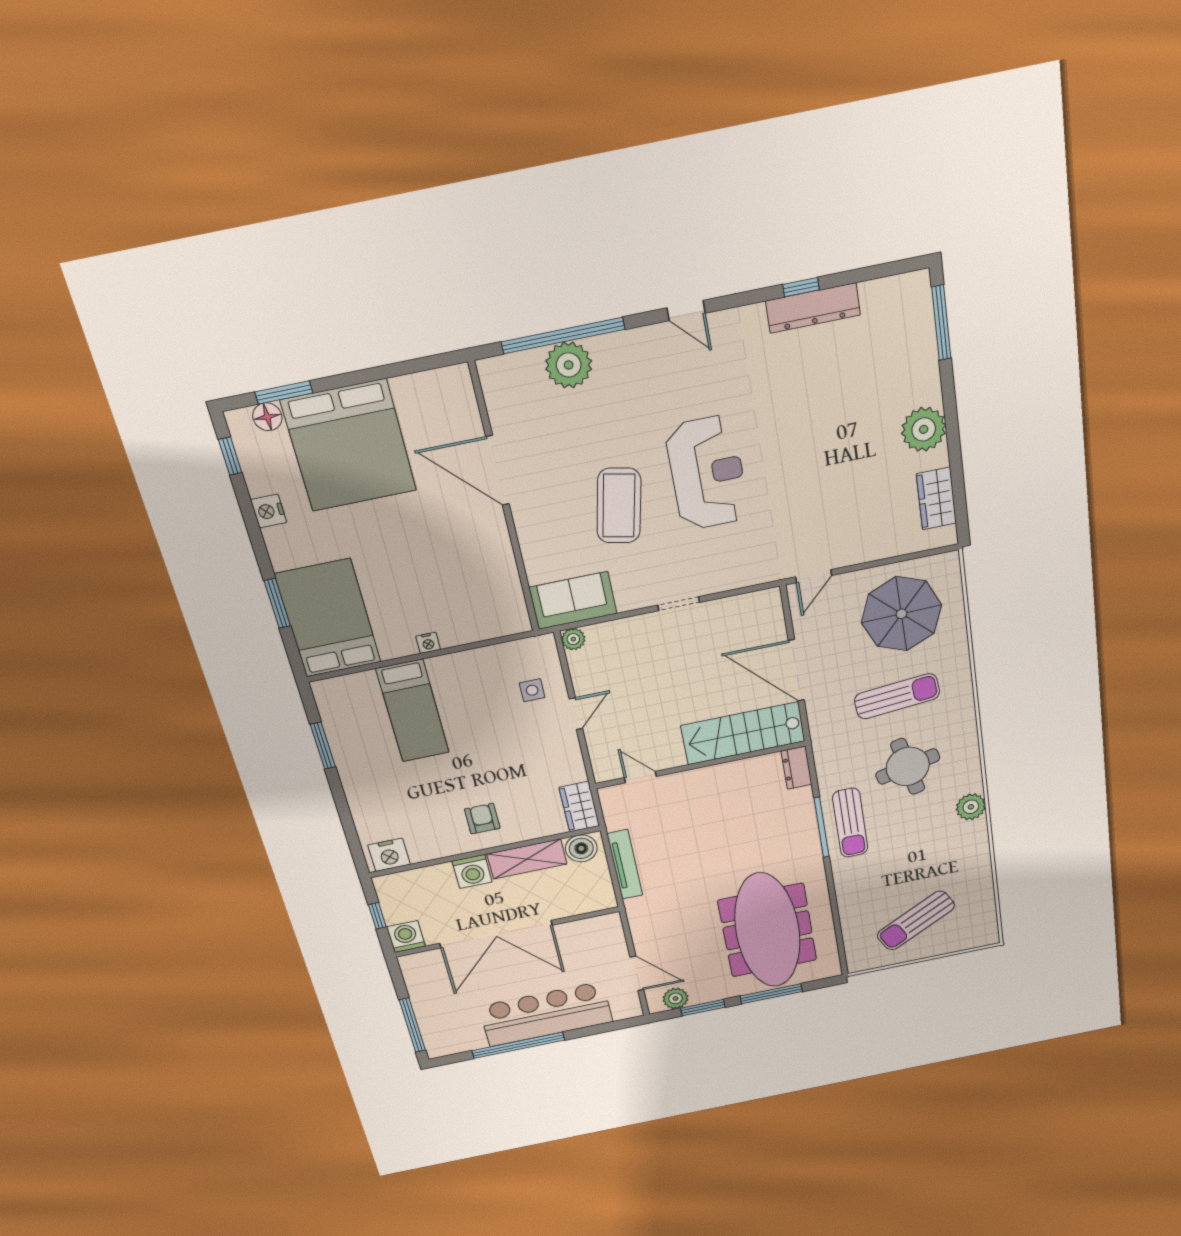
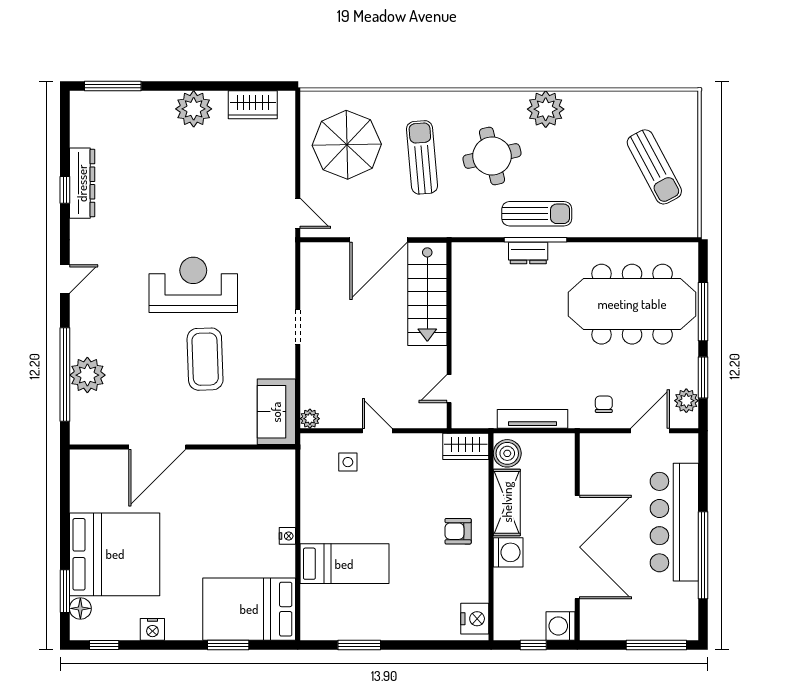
coffee table: (619, 506) -> (205, 359), turned 76
dresser: (797, 768) -> (528, 253), moved
plant: (971, 807) -> (546, 109), width x1.36, depth x1.36
chair: (656, 927) -> (604, 404), added

